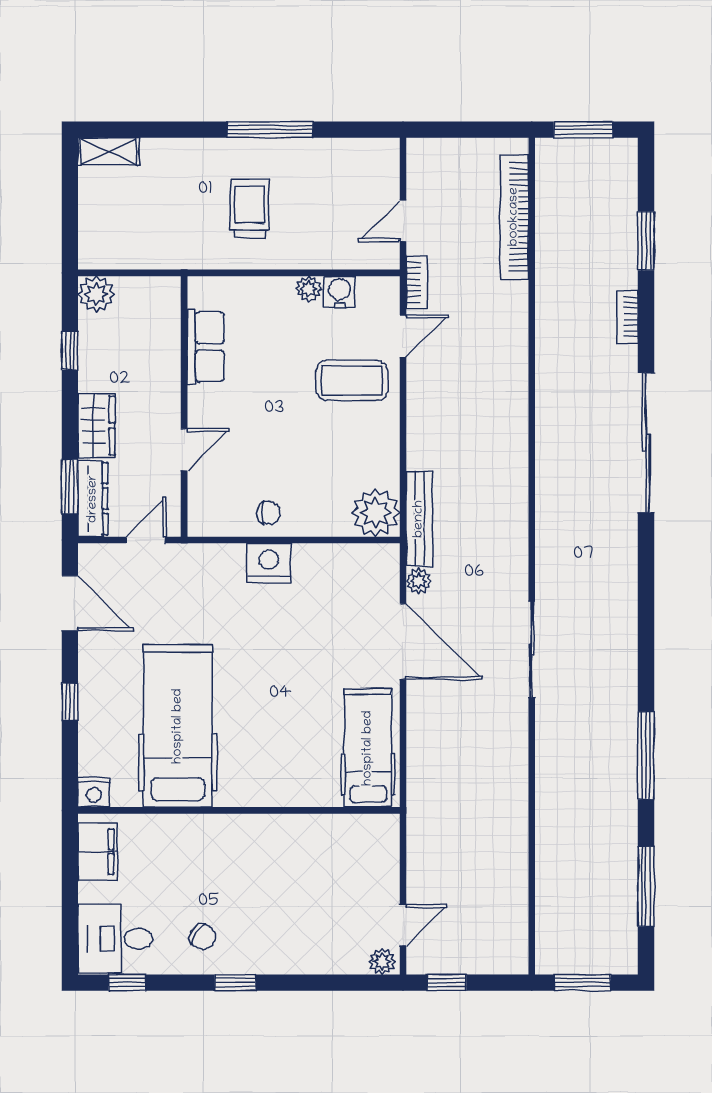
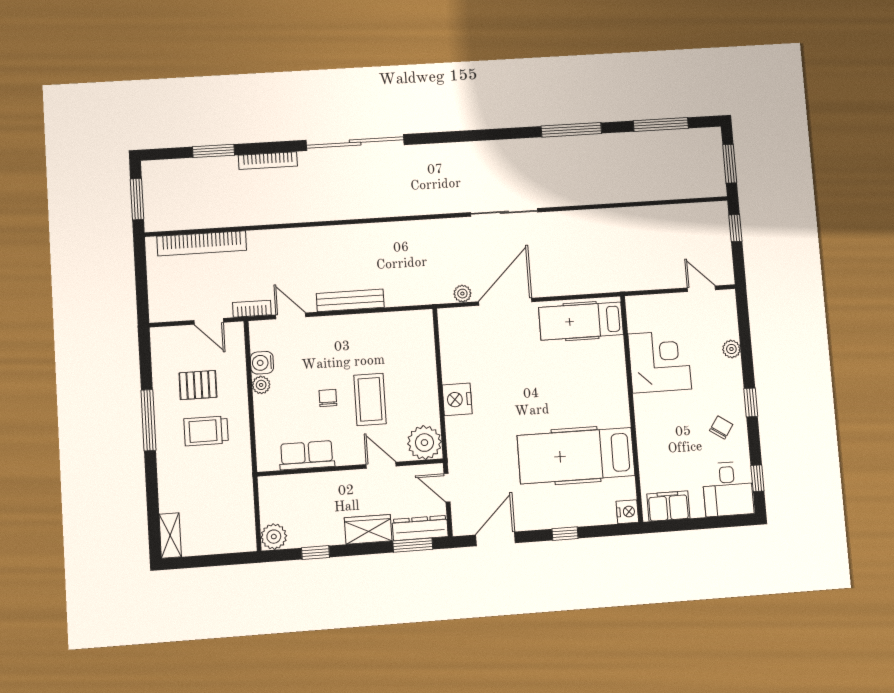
pallet: (314, 201) -> (198, 385), added
bookcase: (627, 317) -> (268, 161), width x1.56
coffee table: (352, 380) -> (370, 399), moved
chair: (269, 513) -> (328, 398), moved
plant: (376, 513) -> (424, 443), moved
bench: (419, 519) -> (350, 300), moved
corner desk: (303, 856) -> (660, 361), added
plant: (382, 961) -> (731, 349), moved
window: (447, 983) -> (735, 228), moved

